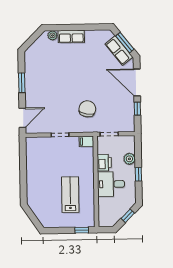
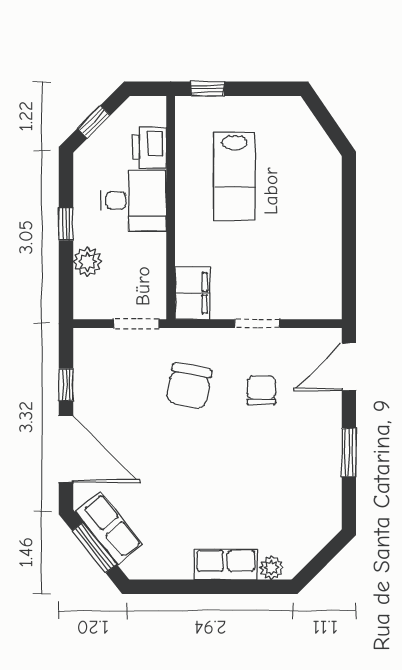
chair: (58, 108) -> (261, 390), added
filing cabinet: (86, 141) -> (192, 293), width x2.00
printer: (104, 163) -> (149, 147), moved

